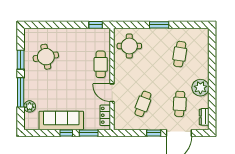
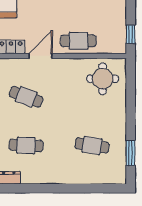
window: (159, 25) -> (131, 153), moved
plant: (200, 88) -> (48, 173), removed

